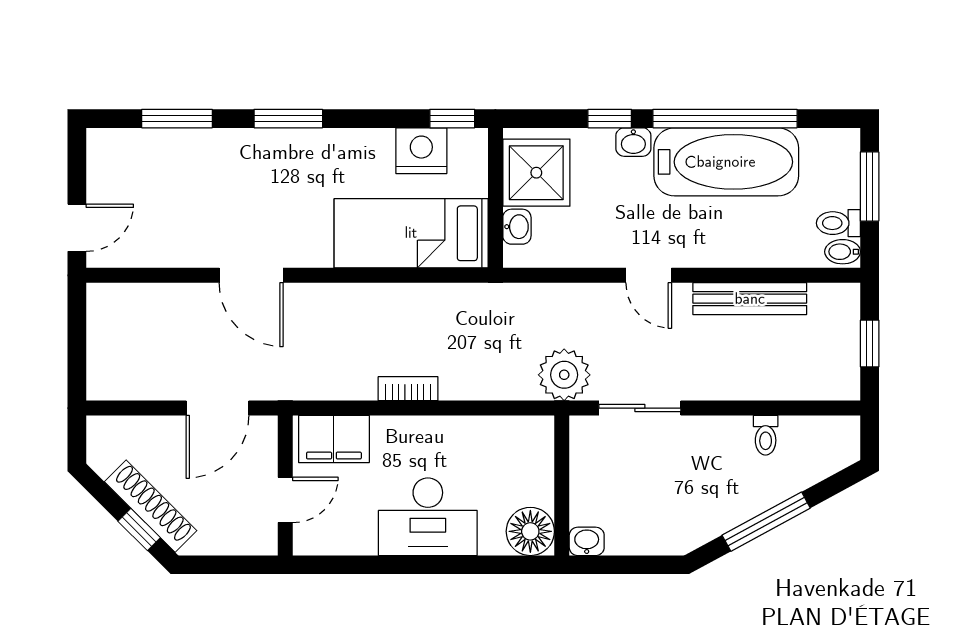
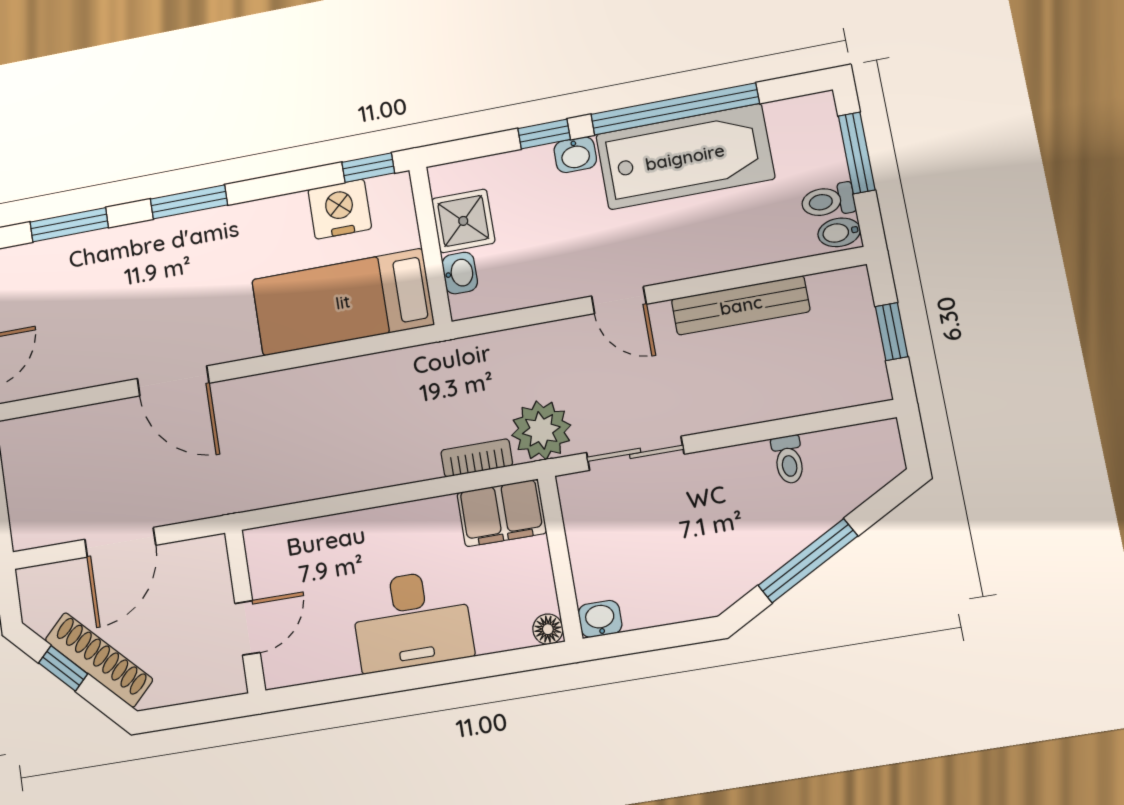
shower: (536, 173) -> (463, 221), width x0.73, depth x0.73
bookcase: (408, 389) -> (477, 458), moved
door: (218, 408) -> (120, 542), moved
filing cabinet: (334, 439) -> (502, 513), moved
window: (139, 530) -> (63, 668), moved
floor lamp: (530, 531) -> (548, 629), width x0.53, depth x0.53

